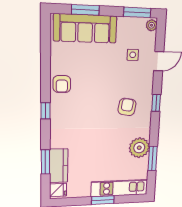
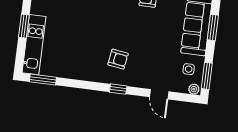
side table: (133, 55) -> (189, 69), moved
plant: (139, 148) -> (74, 69), removed
window: (153, 158) -> (43, 80), moved

